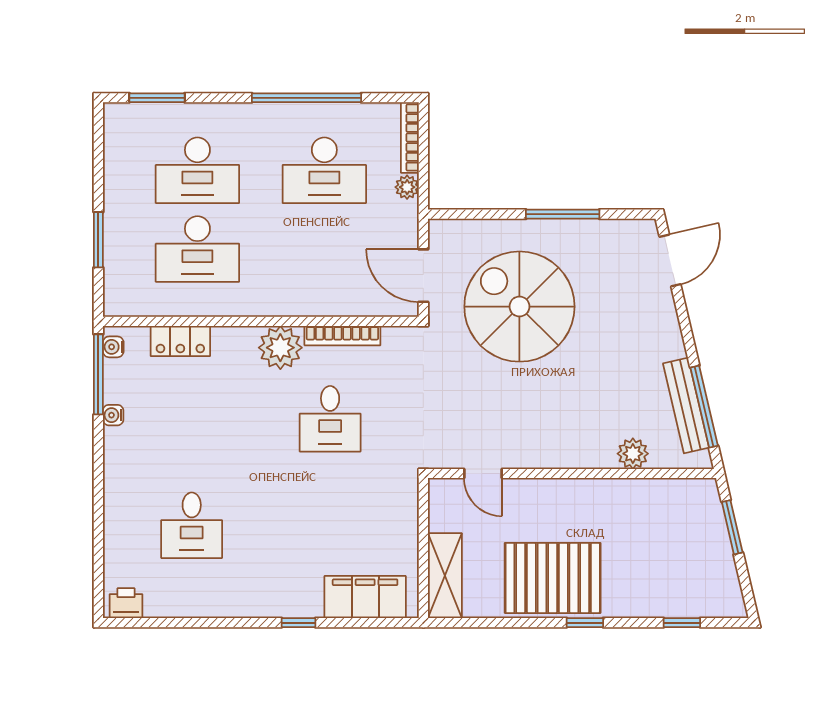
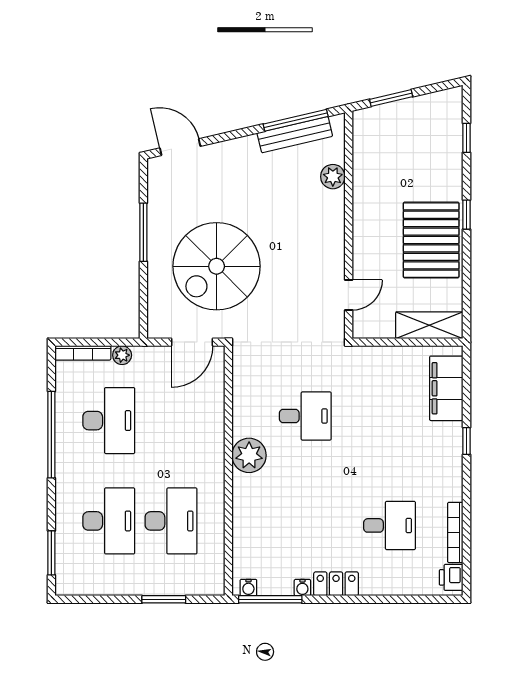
bookcase: (342, 336) -> (455, 532), moved, turned 180
locker: (180, 341) -> (336, 584), moved, turned -90

